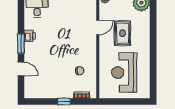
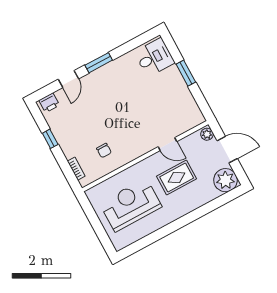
printer: (30, 36) -> (49, 103), moved
window: (64, 102) -> (50, 139), moved

